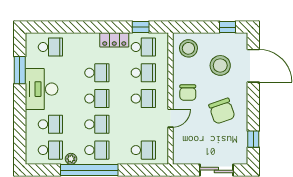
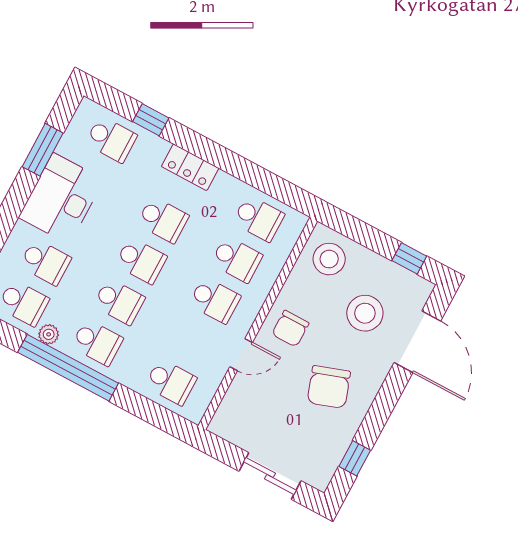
window: (141, 27) -> (151, 120), moved
locker: (114, 40) -> (190, 167), moved

